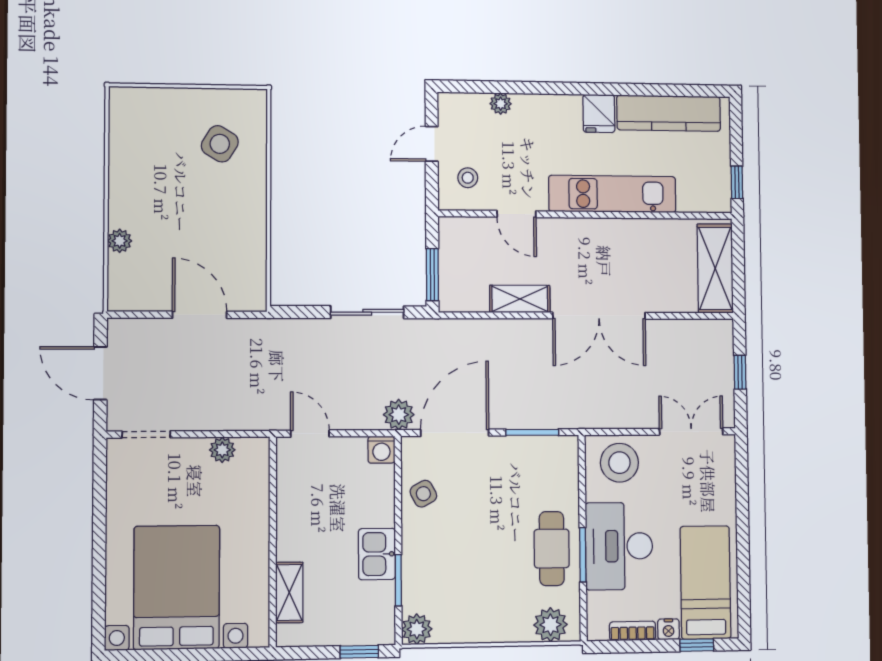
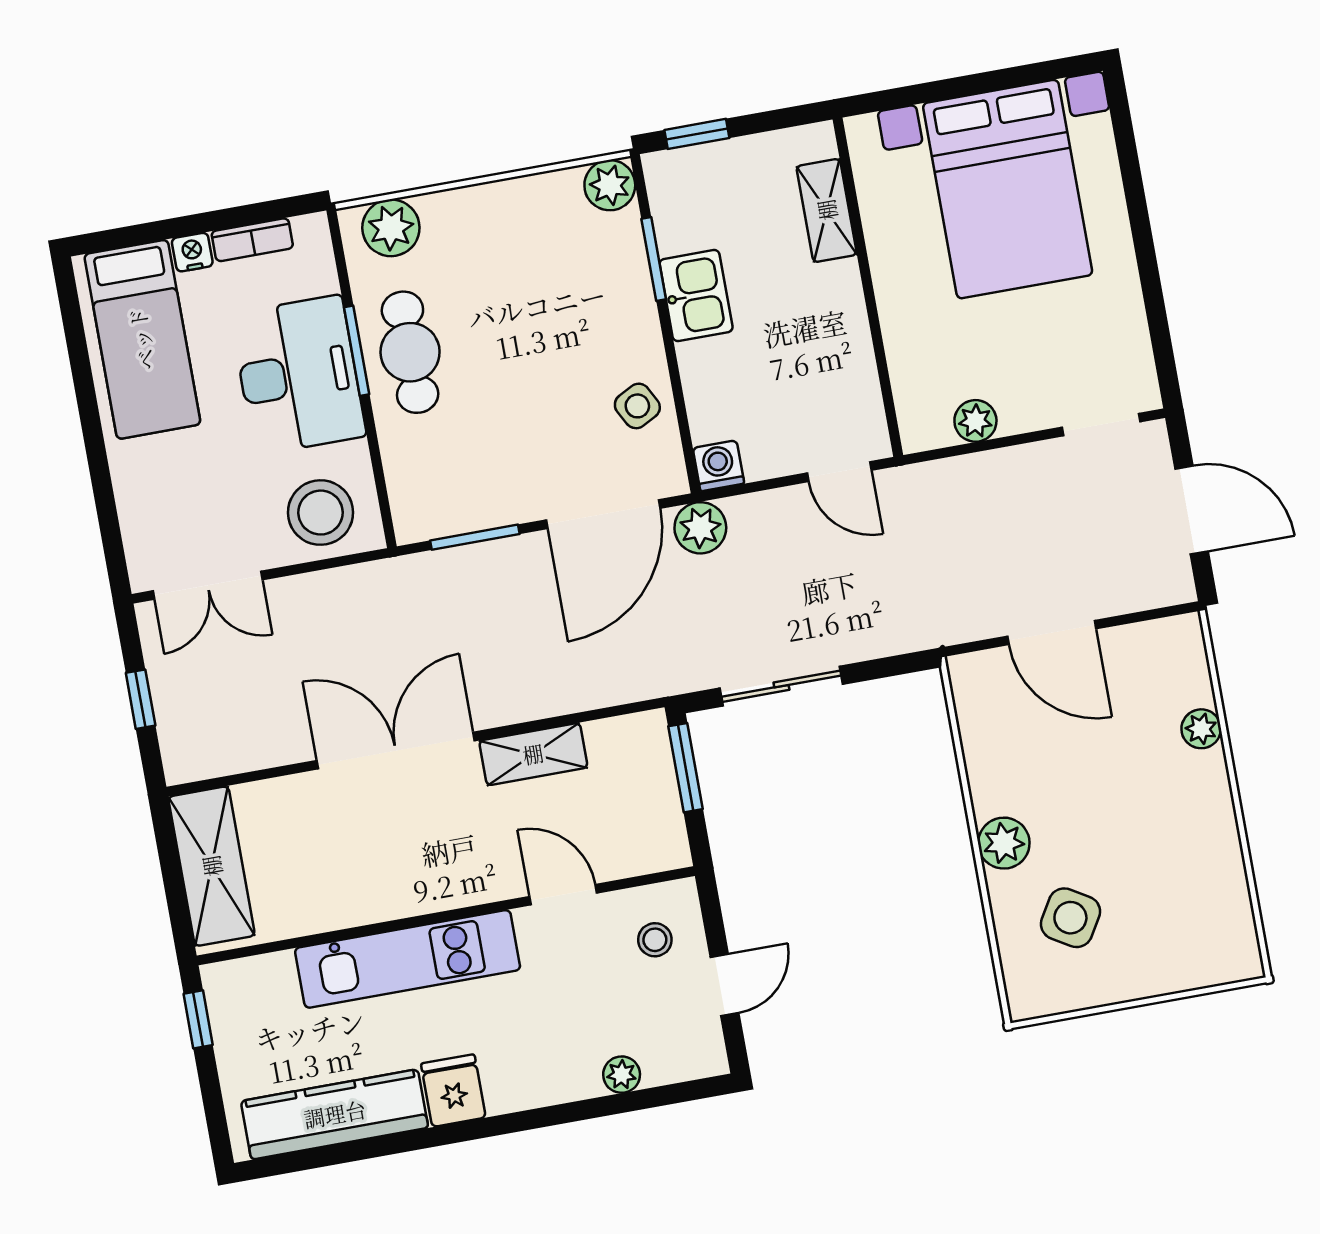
plant: (252, 195) -> (1004, 843), added
window: (697, 645) -> (140, 234), removed

